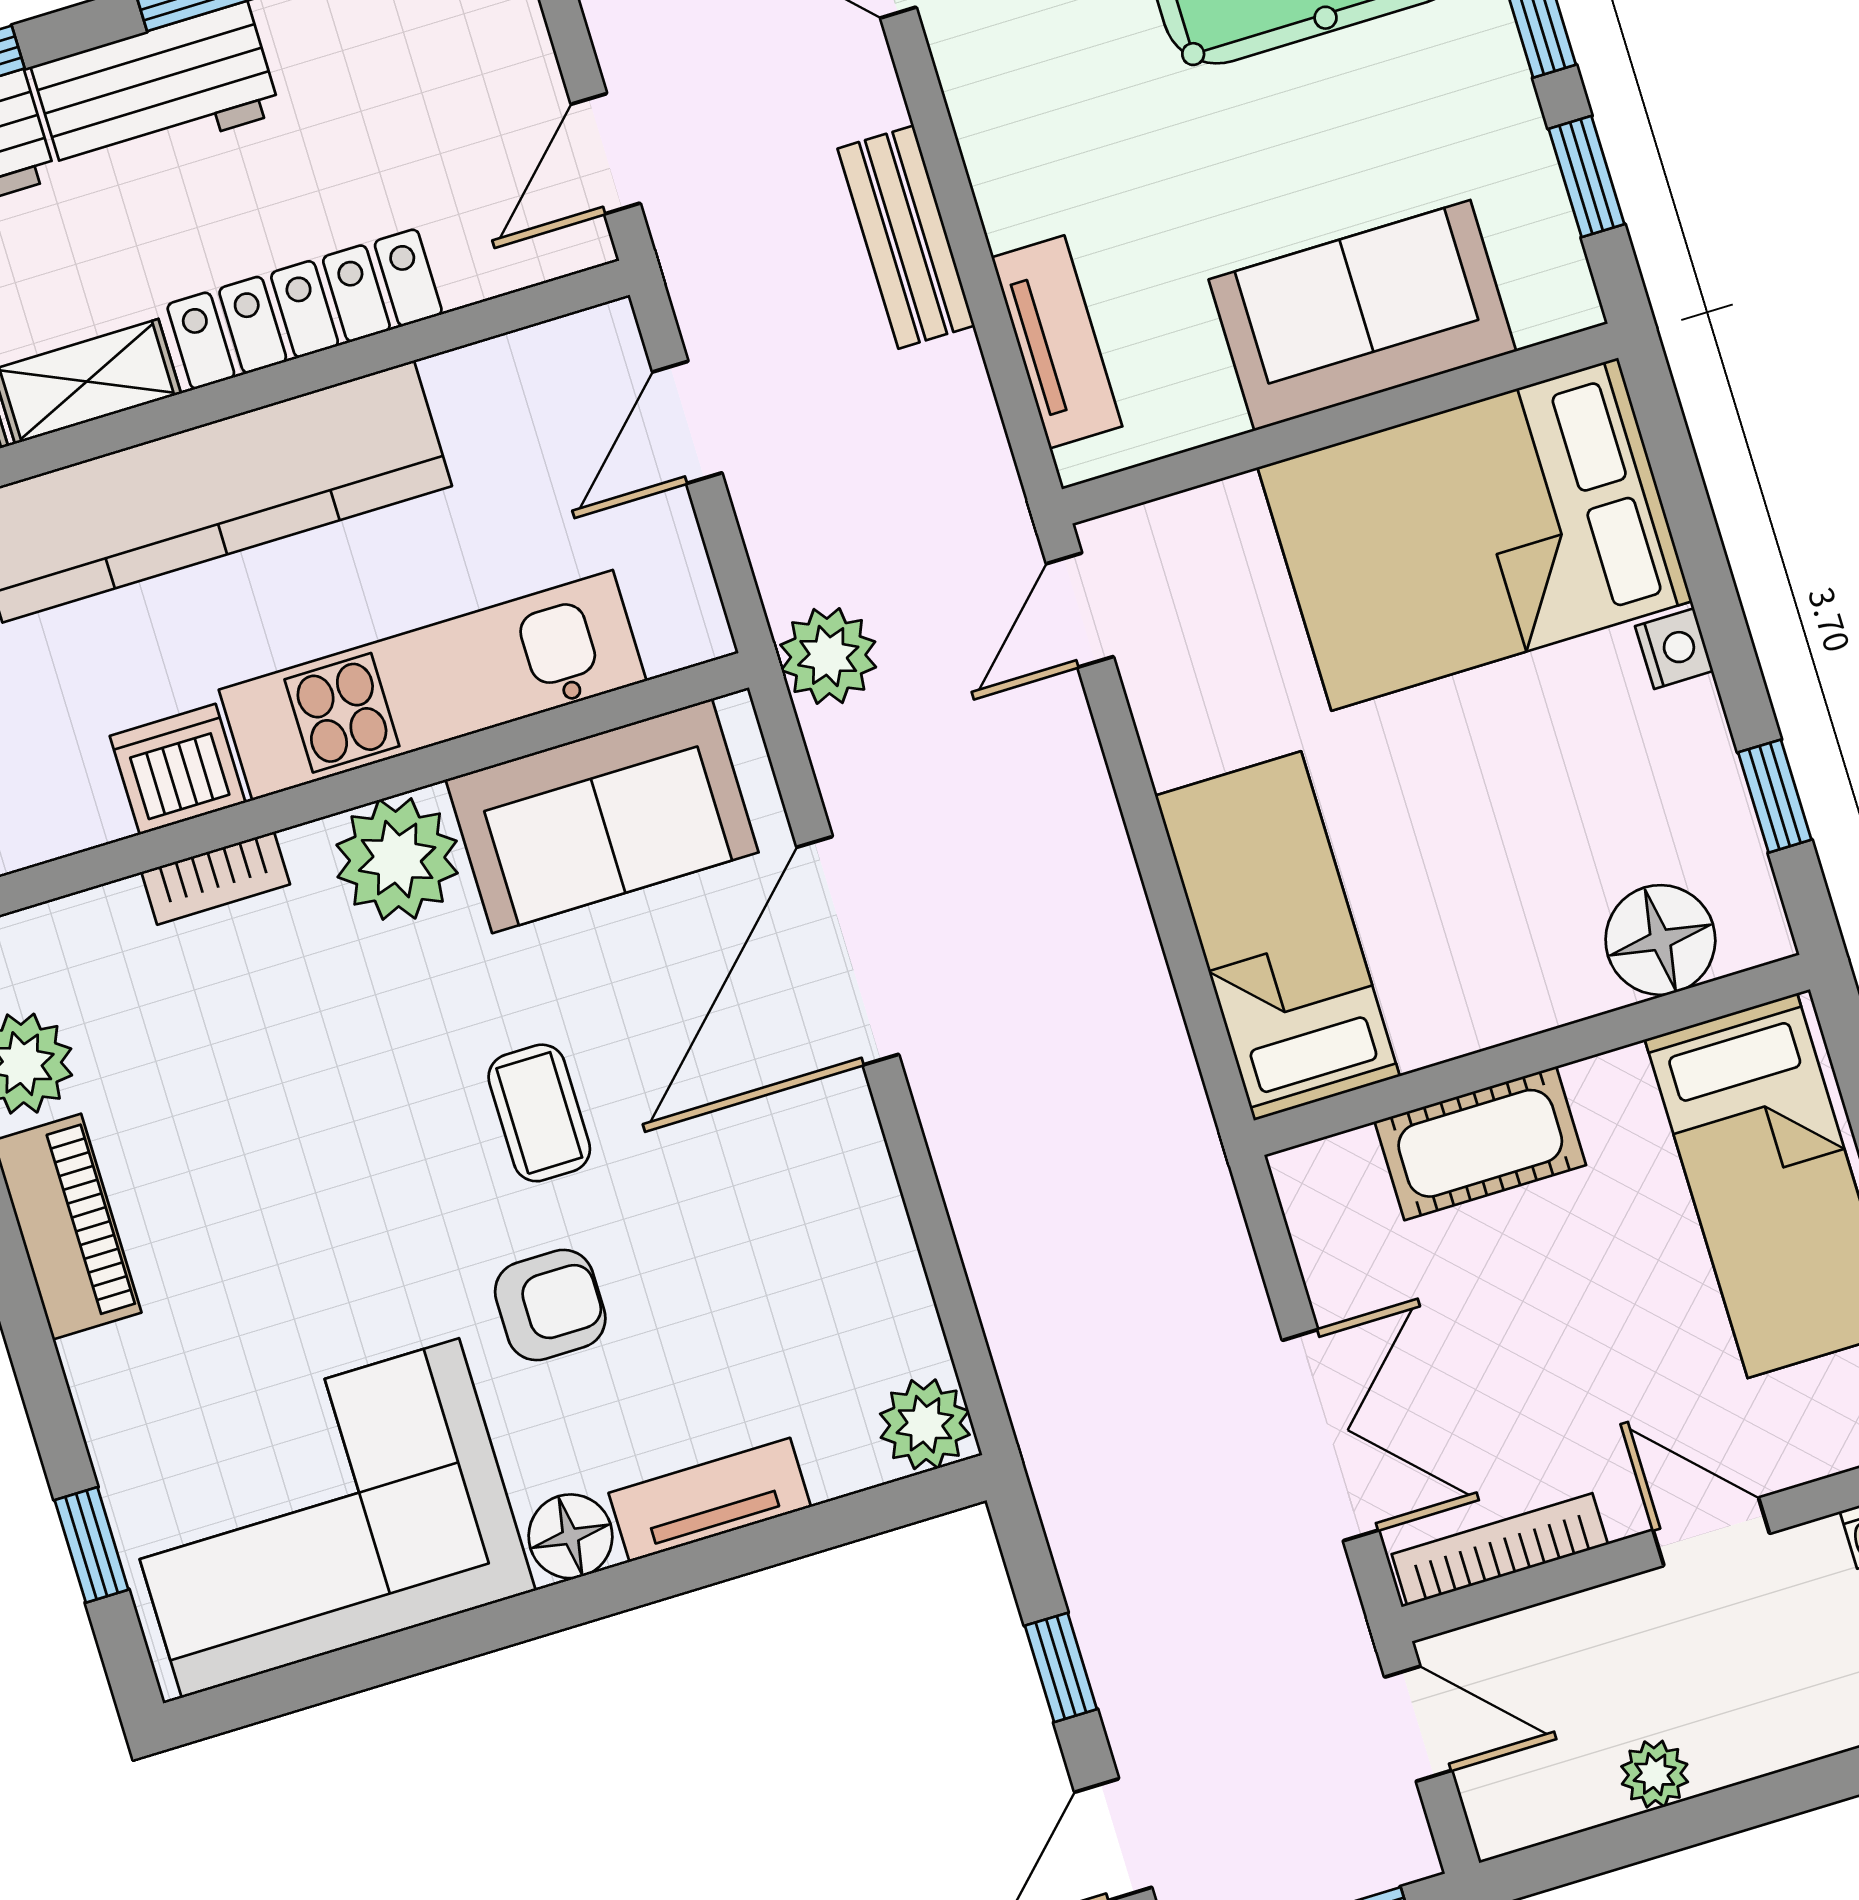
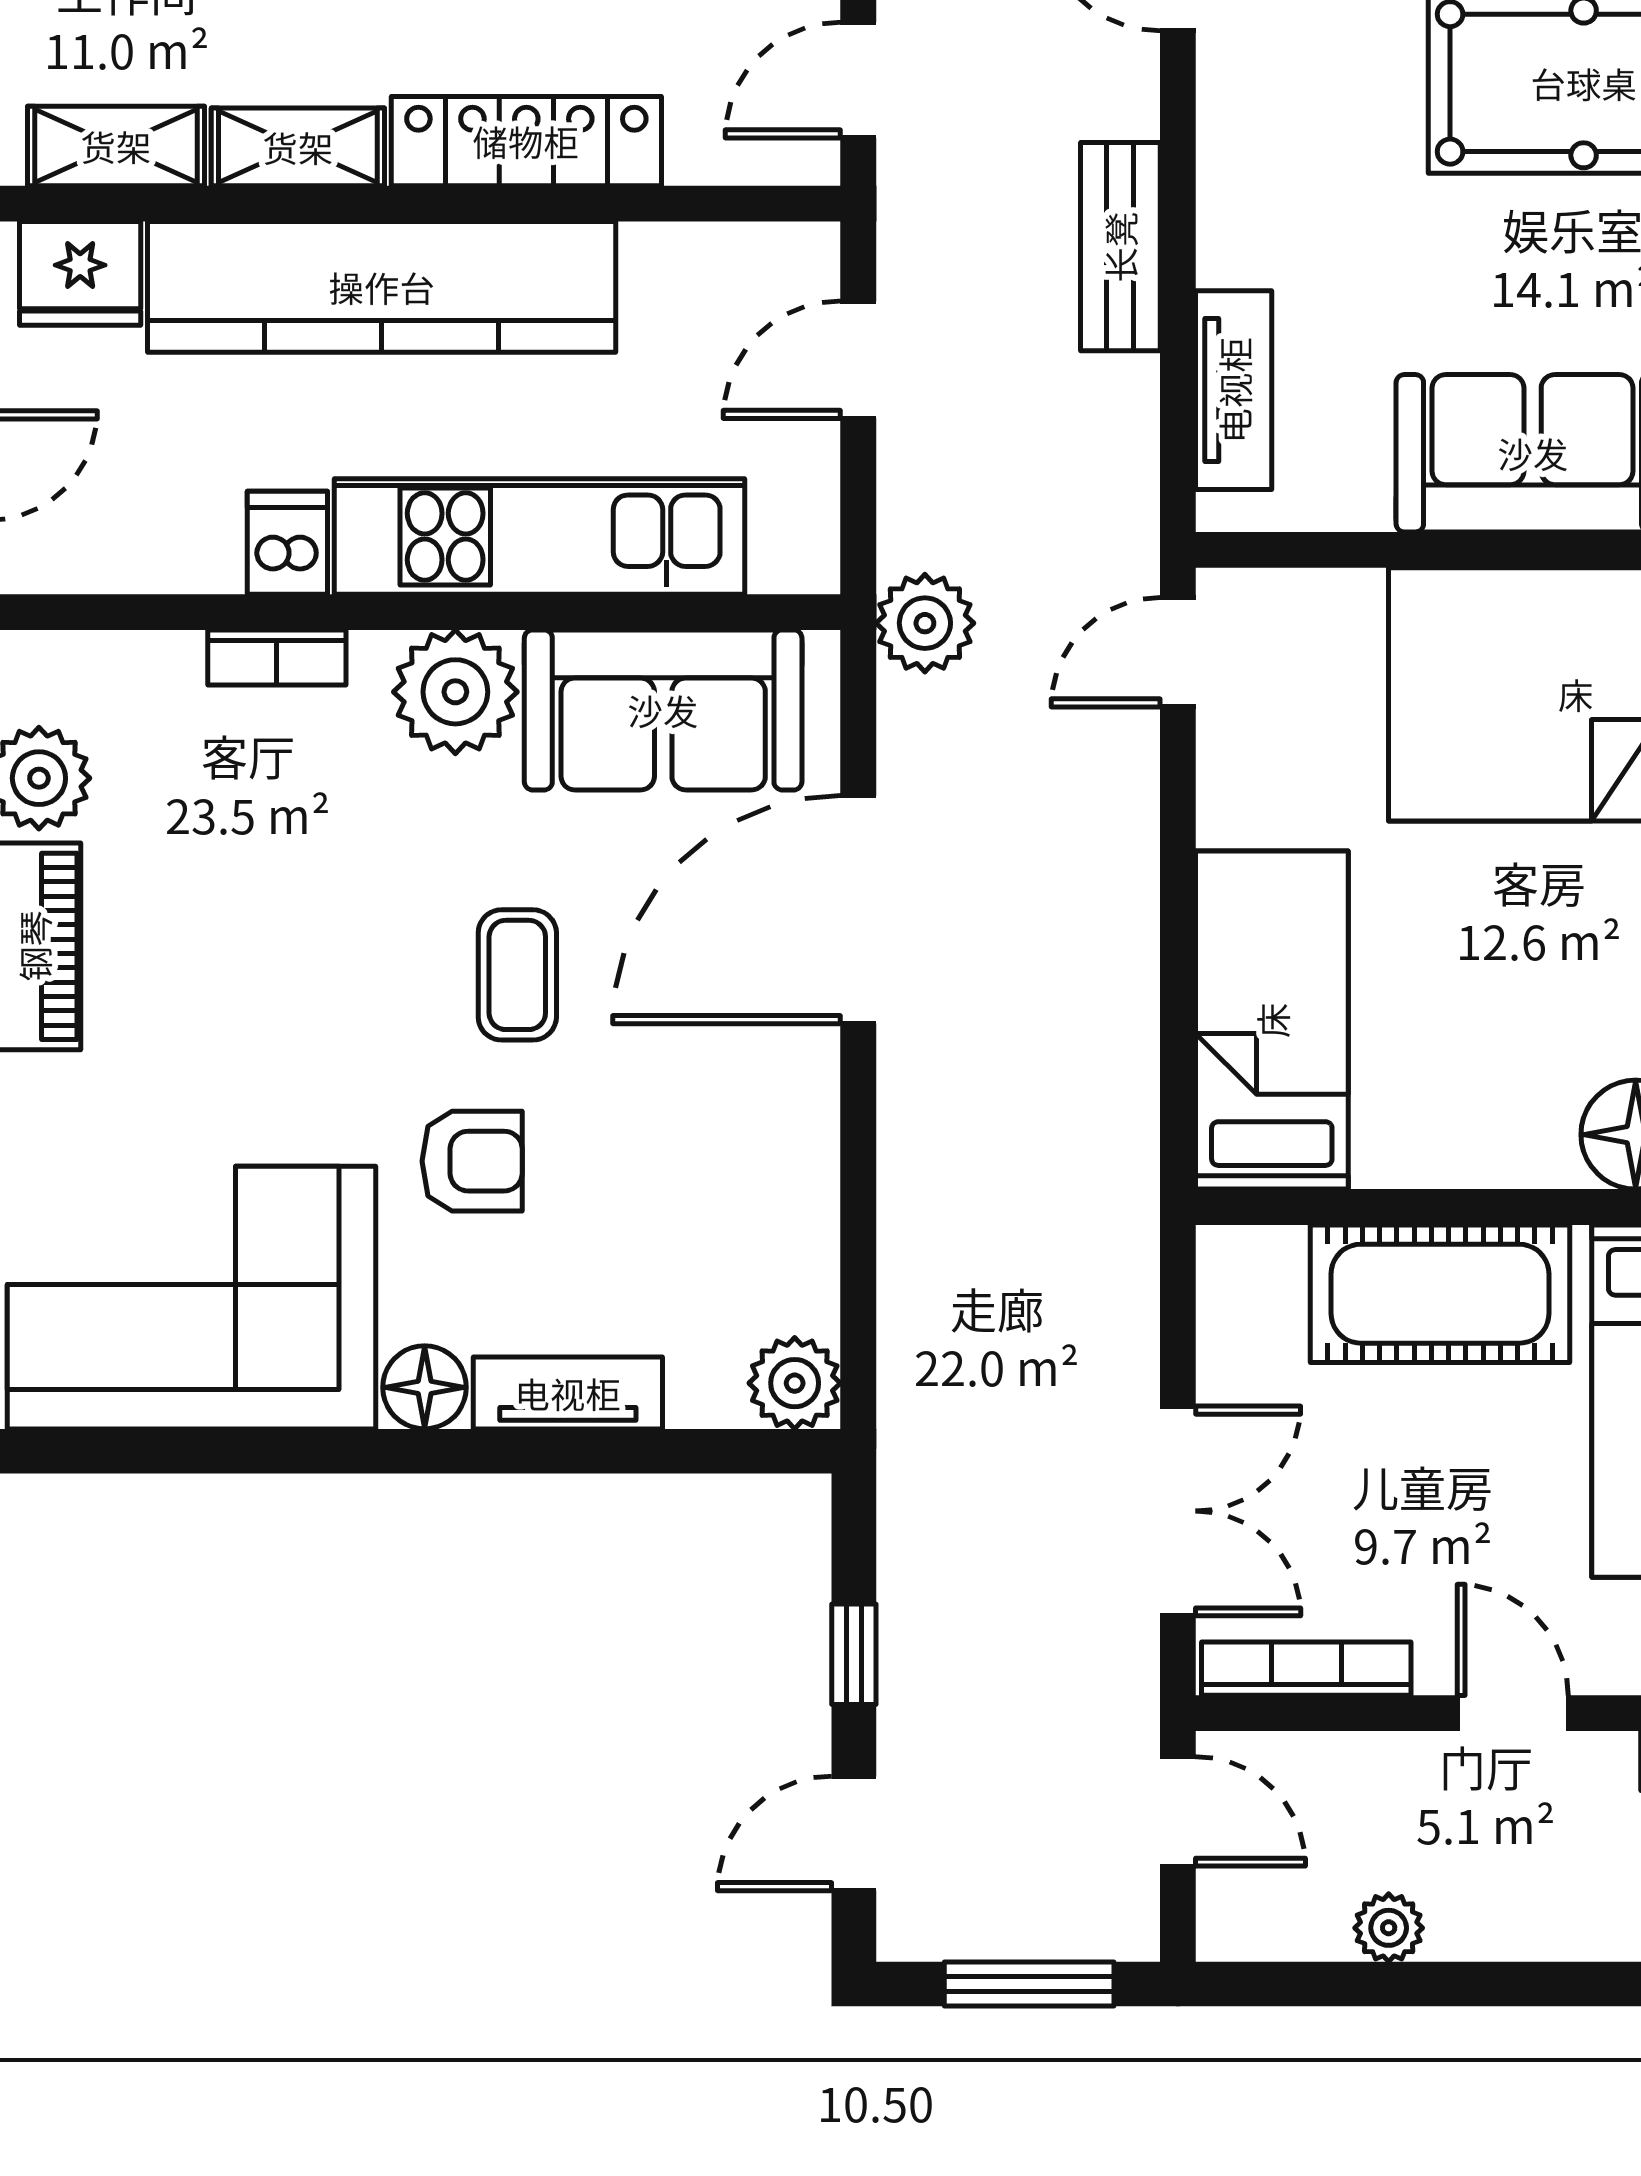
dishwasher: (178, 769) -> (287, 543), width x0.73
cot: (1480, 1143) -> (1440, 1294), width x1.37, depth x1.34

